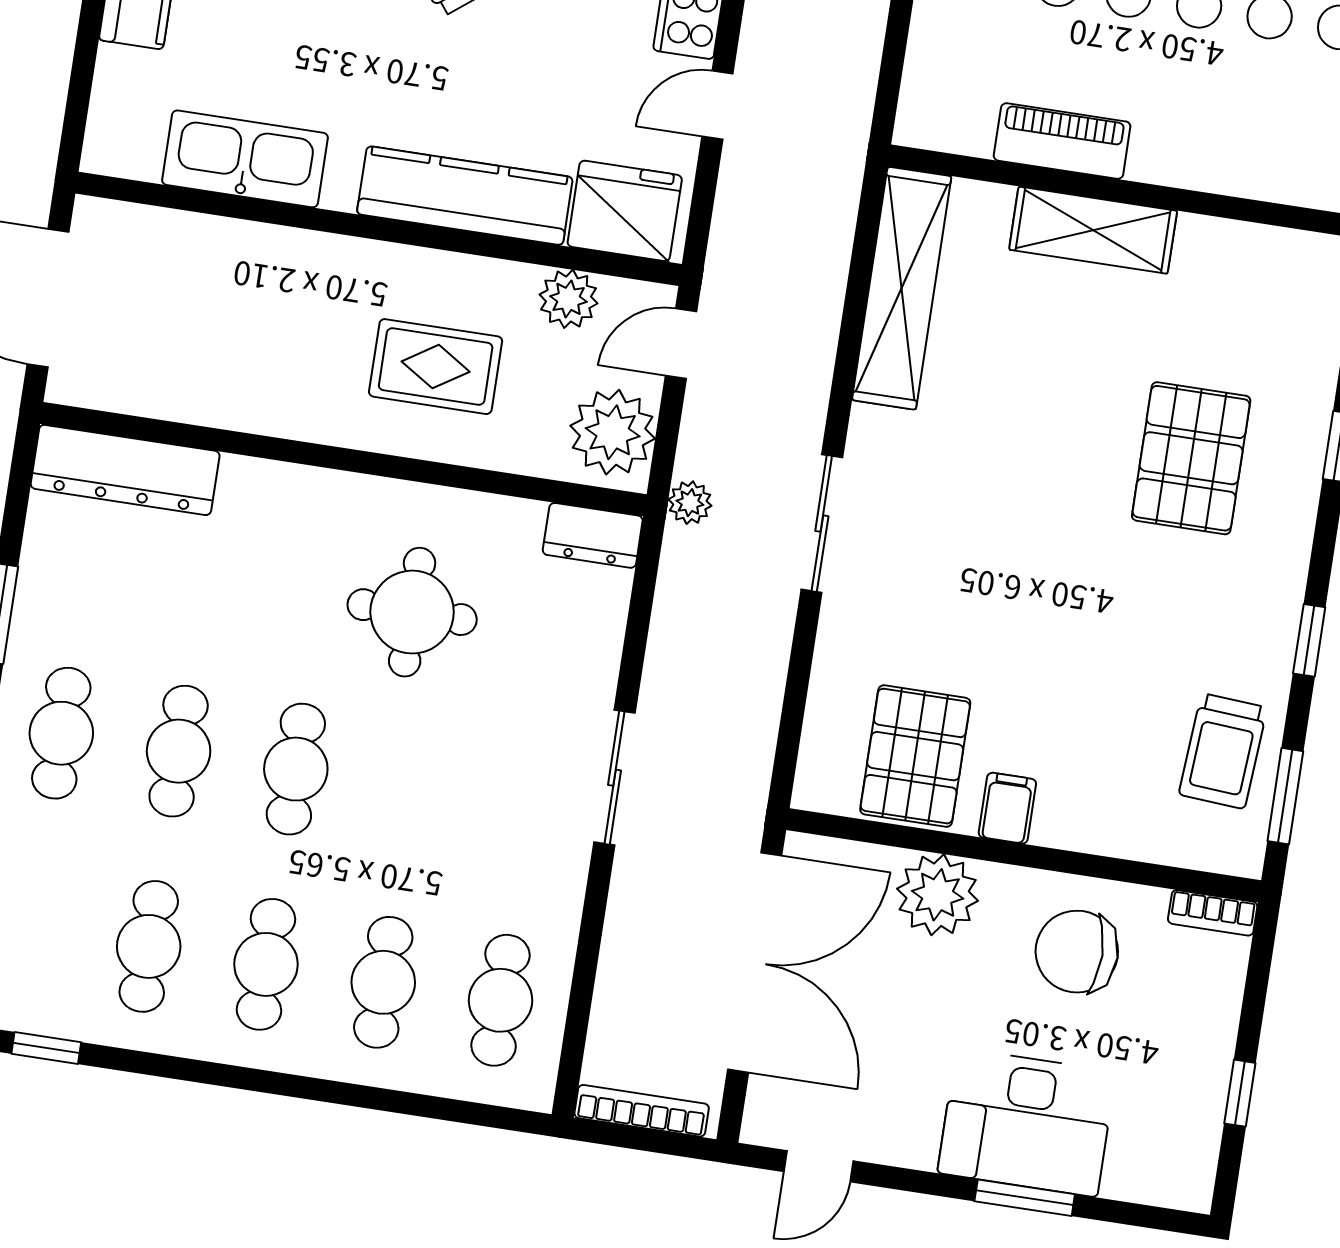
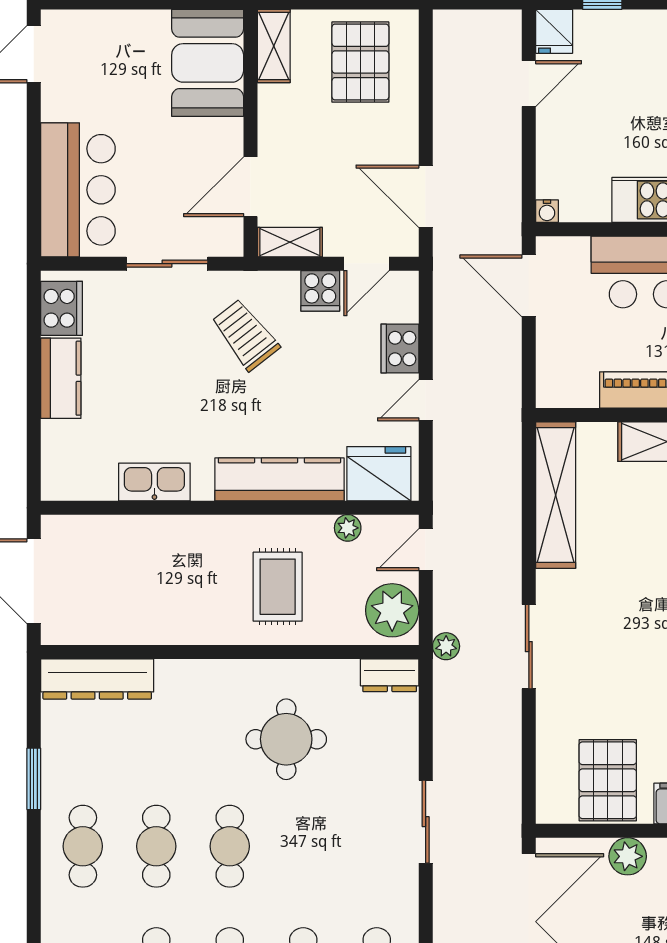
kitchen sink: (245, 159) -> (154, 482), width x0.73, depth x0.81
plant: (569, 299) -> (348, 528), width x0.73, depth x0.73
rug: (436, 367) -> (278, 587), turned 90
plant: (938, 895) -> (628, 856), width x0.73, depth x0.73

